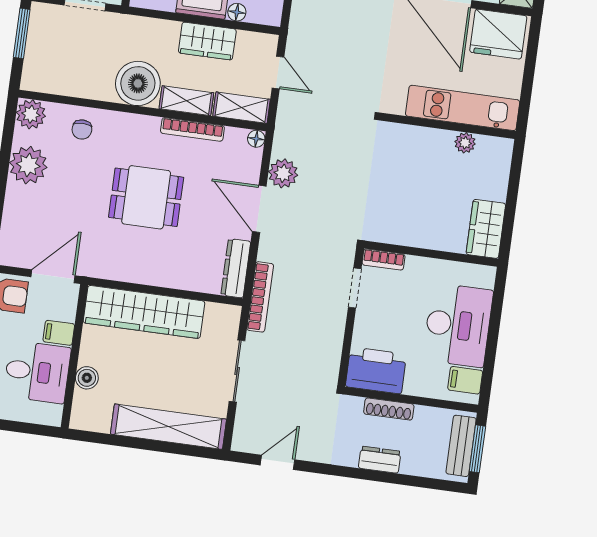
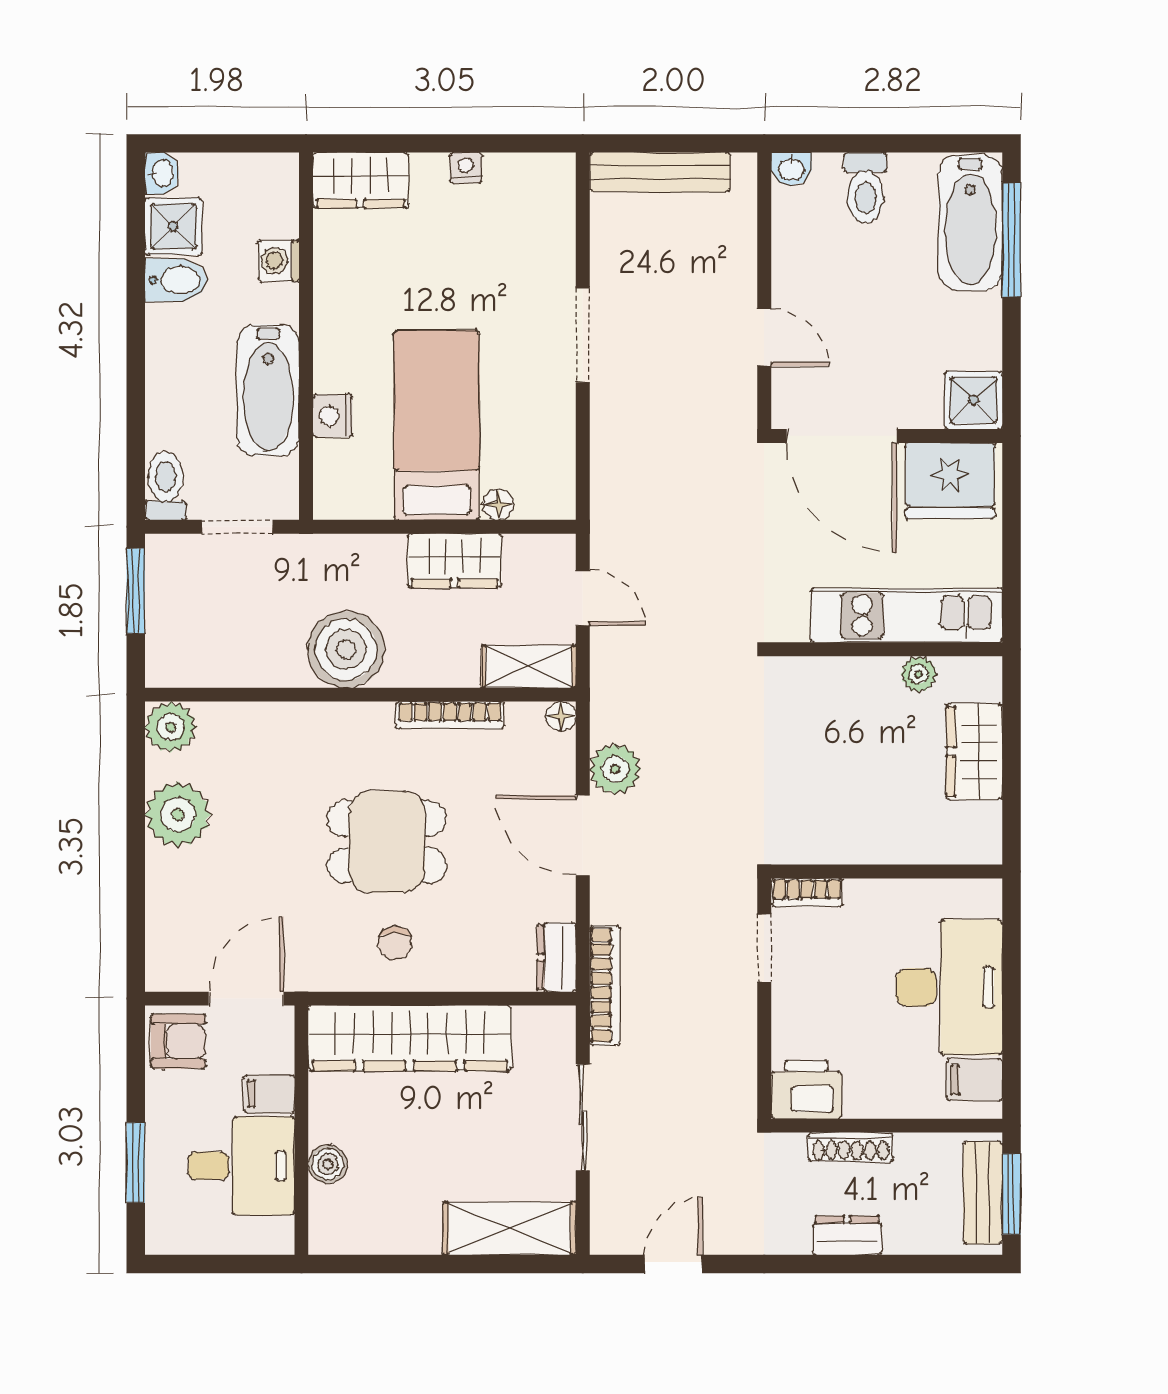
shelving: (186, 101) -> (433, 668), removed
chair: (82, 130) -> (395, 943), moved
wardrobe: (486, 229) -> (974, 752), moved
dresser: (236, 268) -> (556, 957), width x0.70
printer: (376, 370) -> (806, 1089), width x0.73, depth x0.84
shelving: (168, 427) -> (510, 1228), width x0.68

